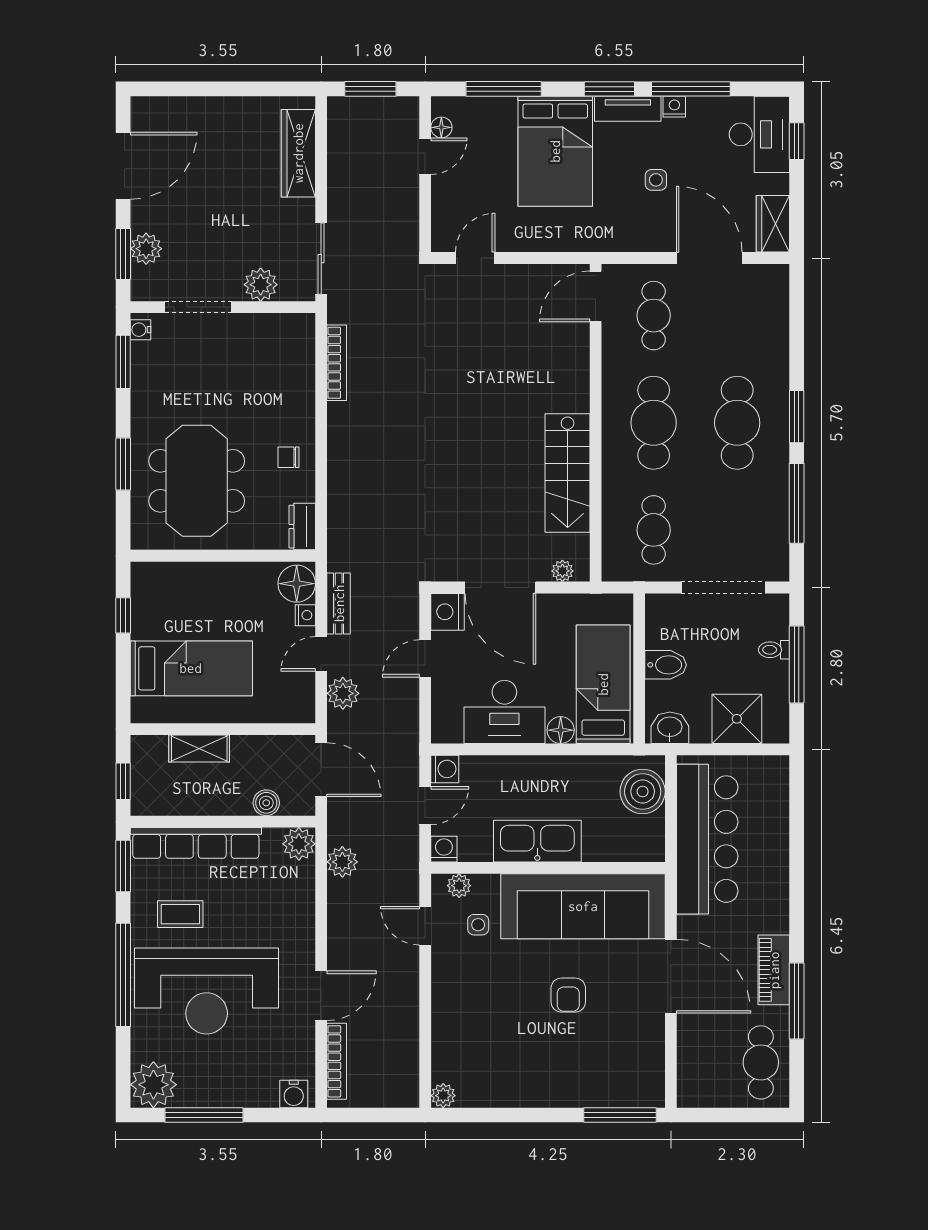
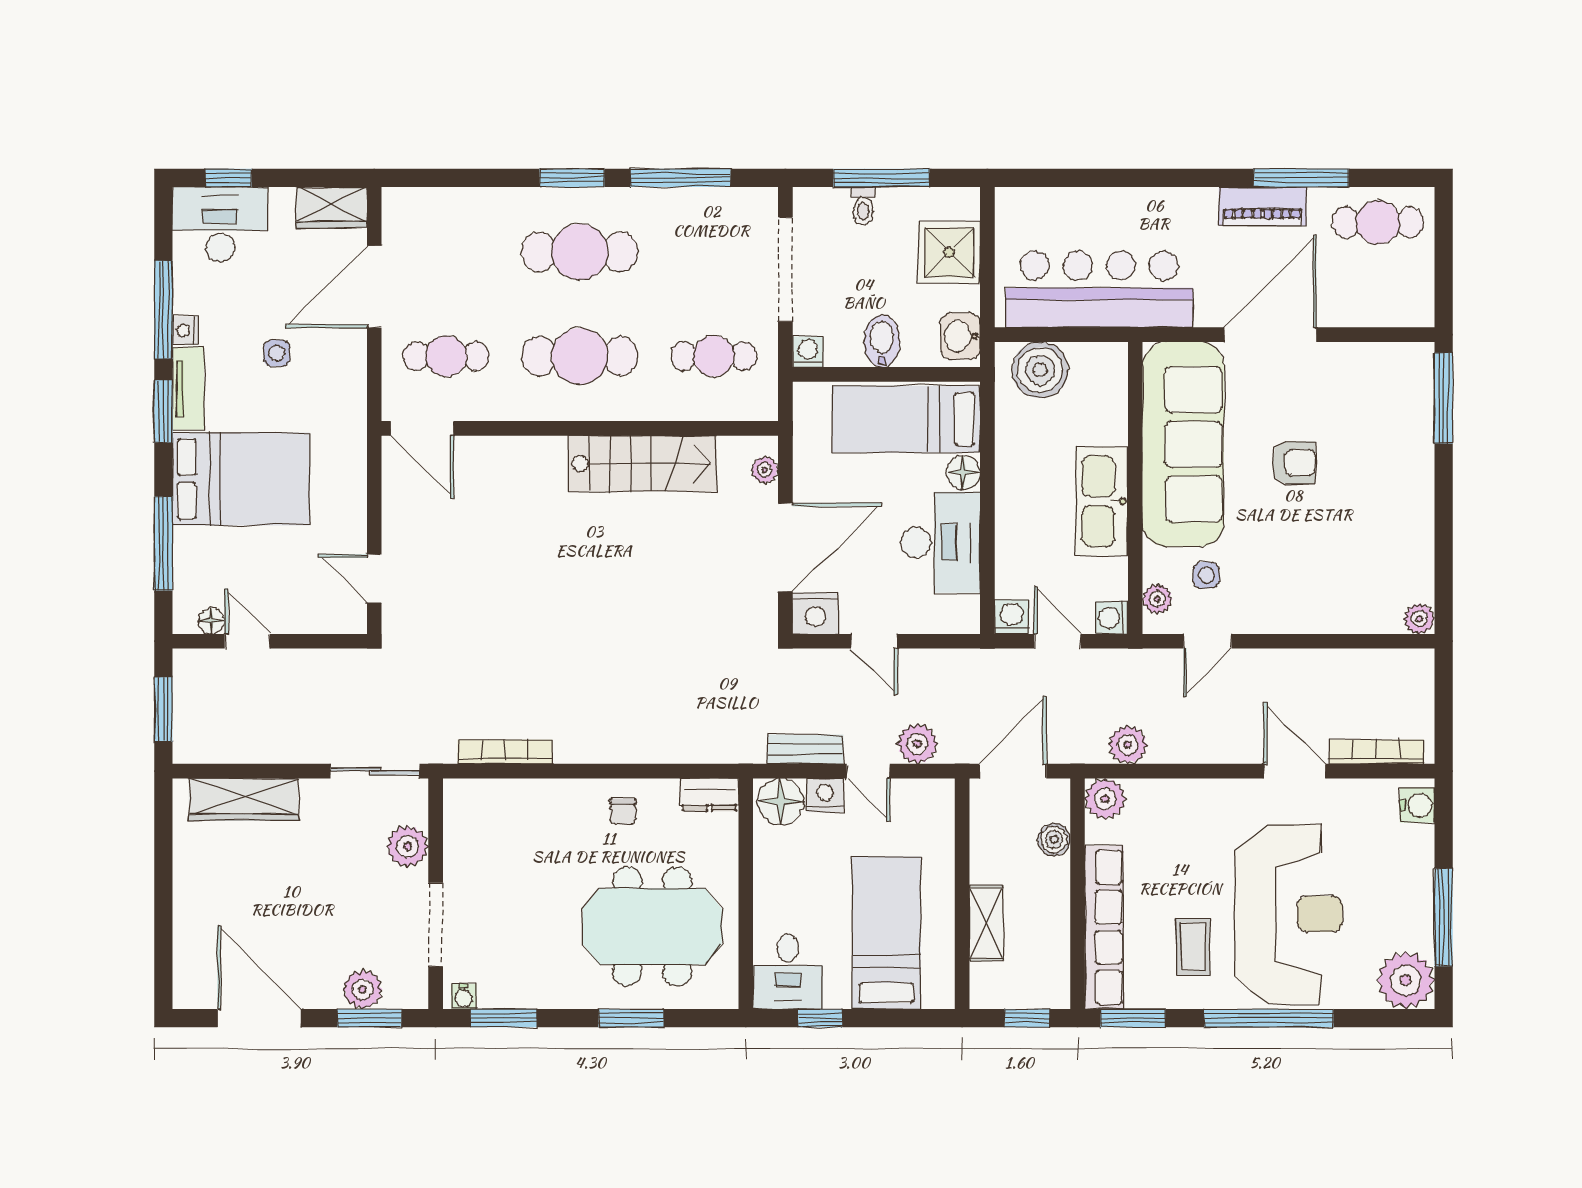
desk: (161, 590) -> (788, 971), added
washing machine: (657, 606) -> (808, 352), added
nightstand: (305, 615) -> (825, 795), width x1.39, depth x1.35

